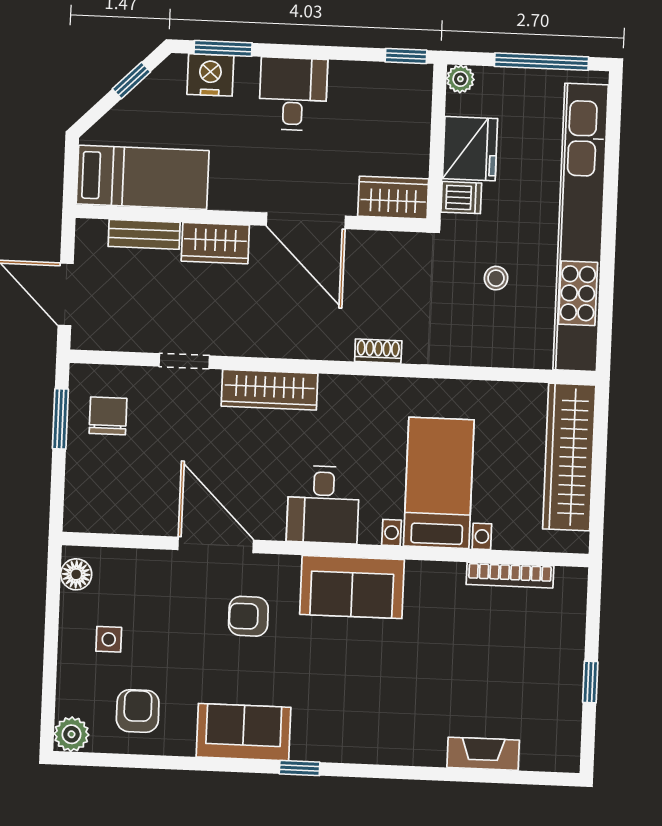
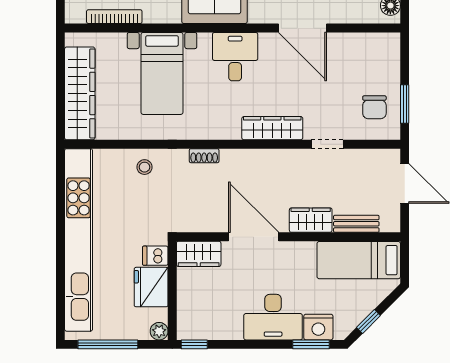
desk: (293, 94) -> (273, 317), width x1.37
stool: (496, 278) -> (145, 167), moved

